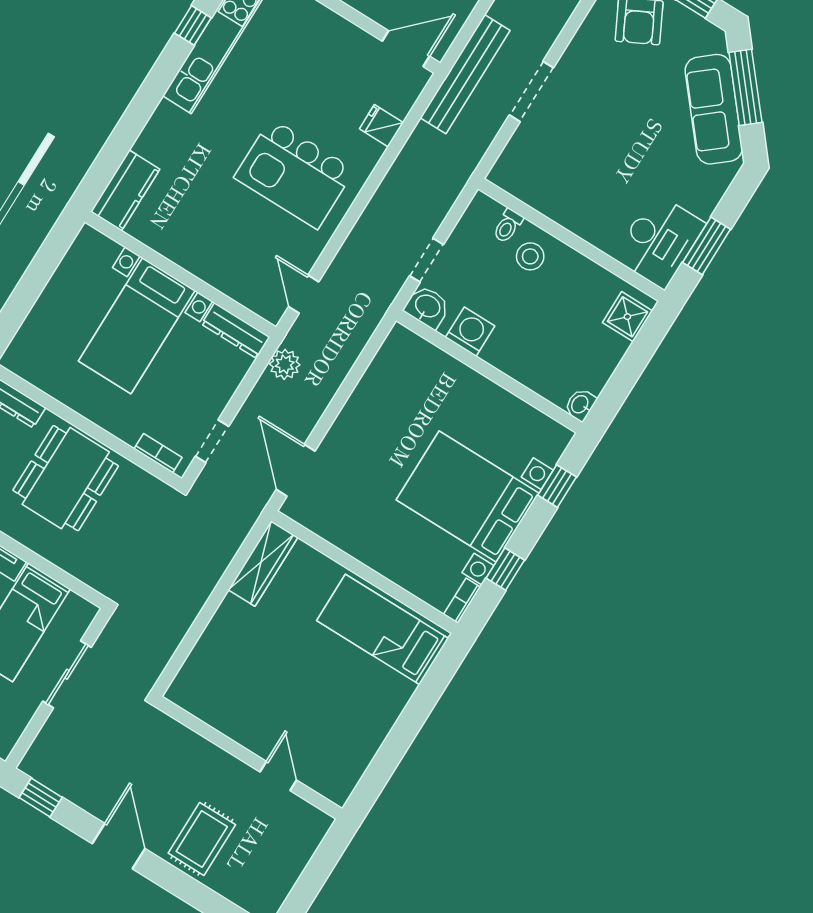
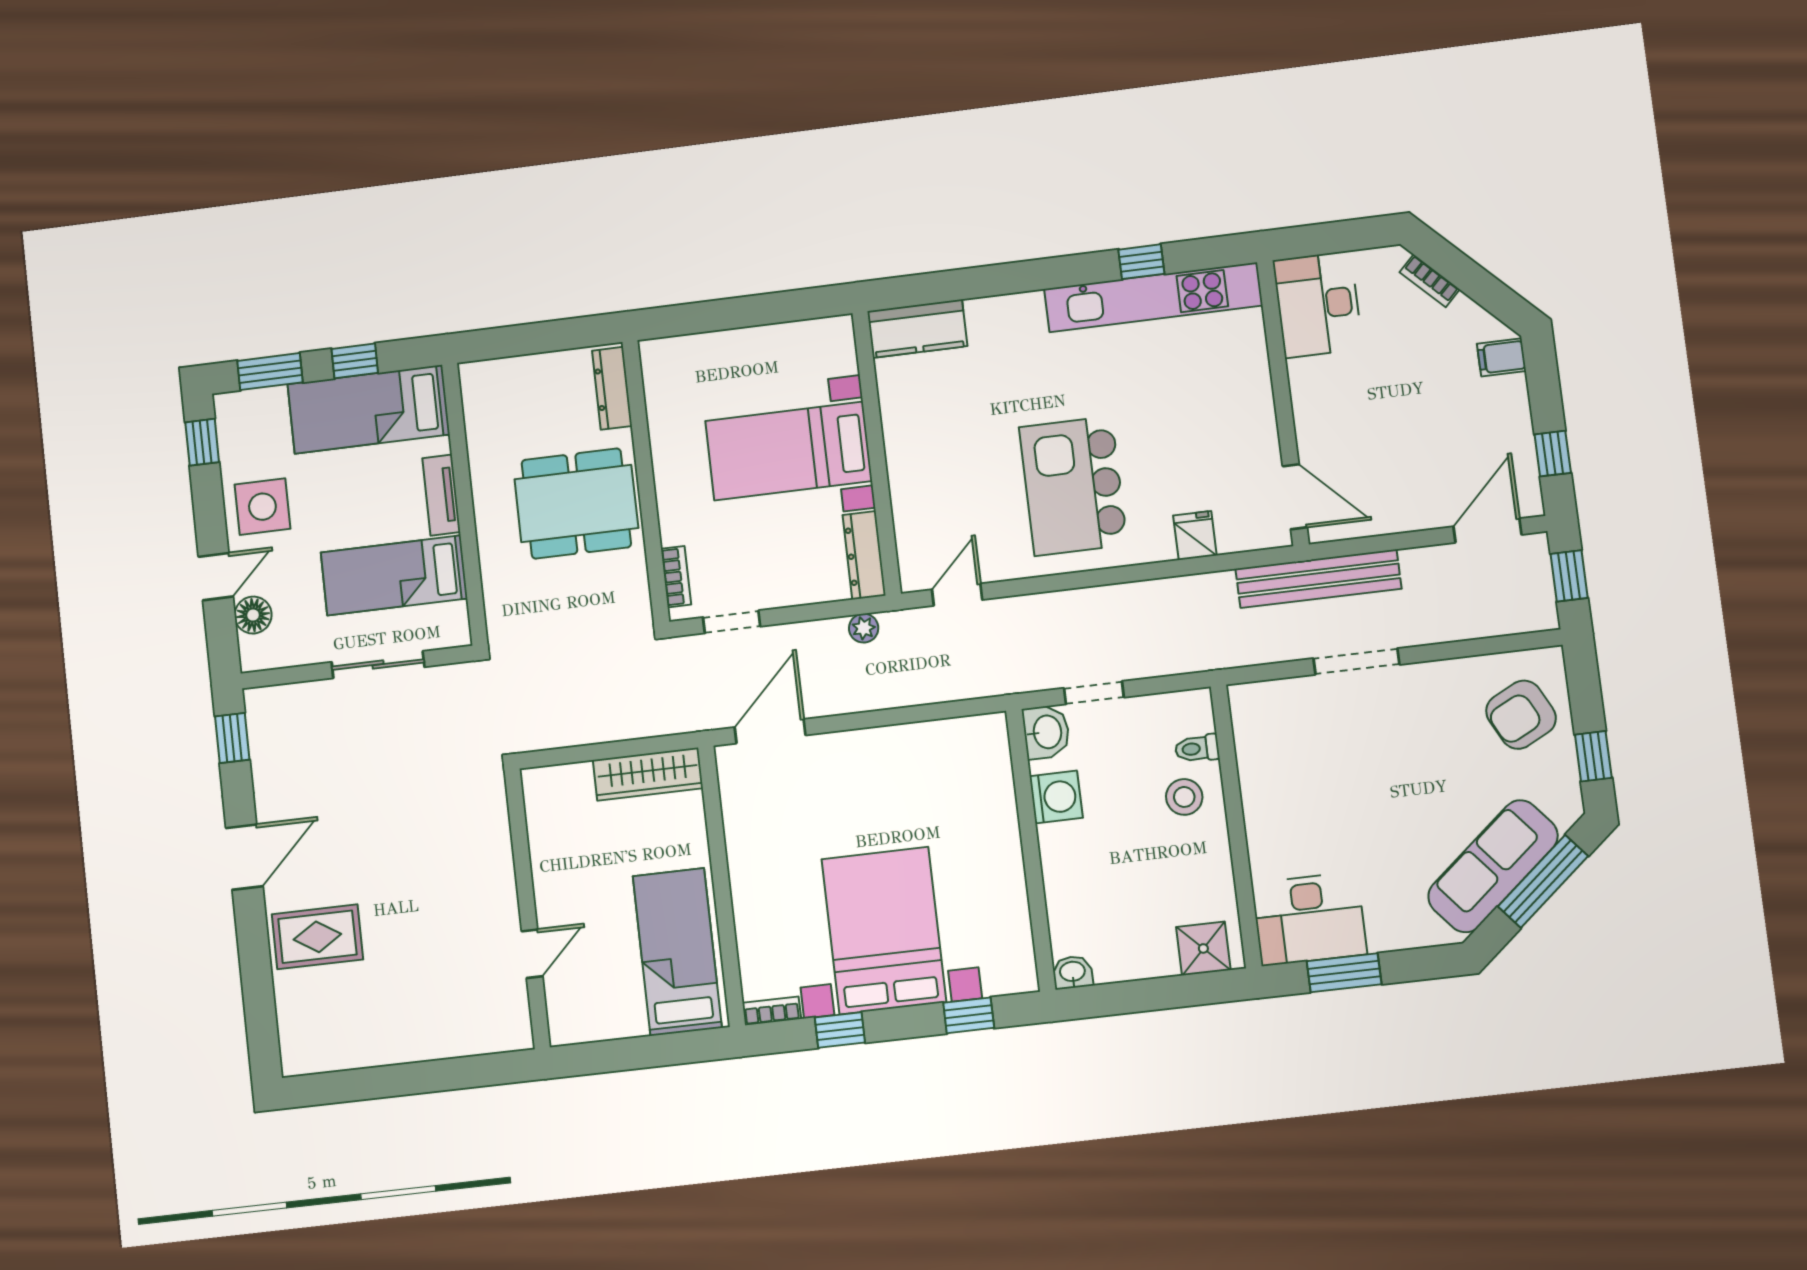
plant: (285, 364) -> (864, 628), width x0.73, depth x0.73
wall: (249, 758) -> (527, 908), moved
door: (278, 776) -> (532, 954), moved

